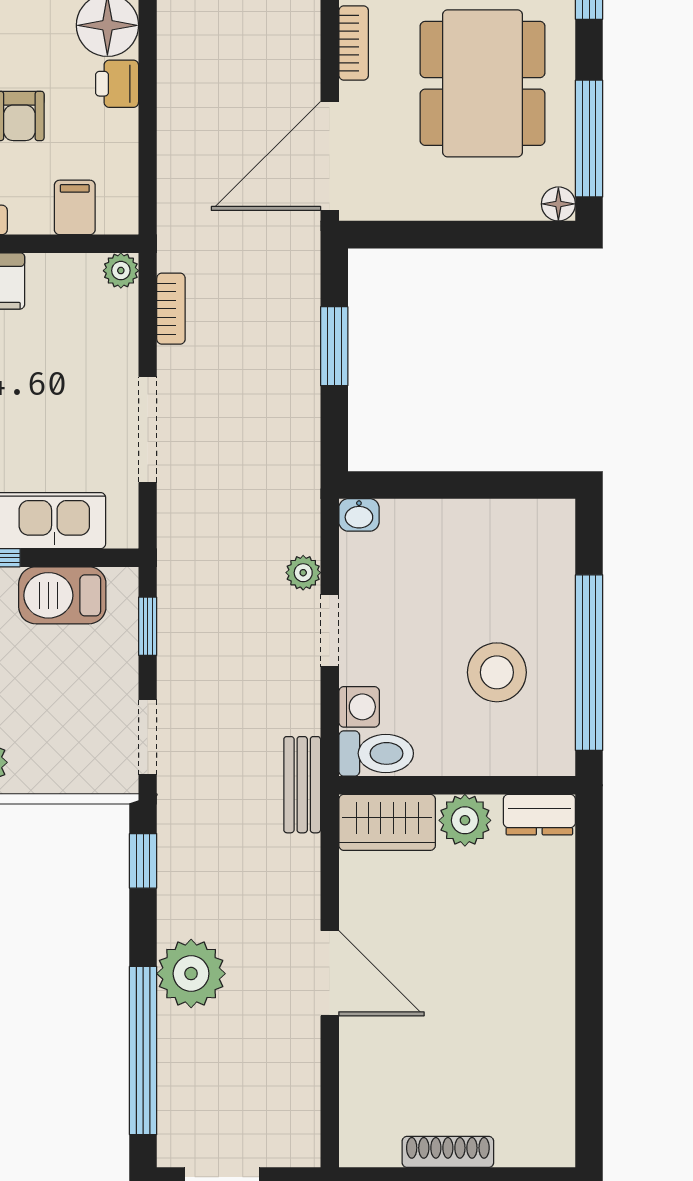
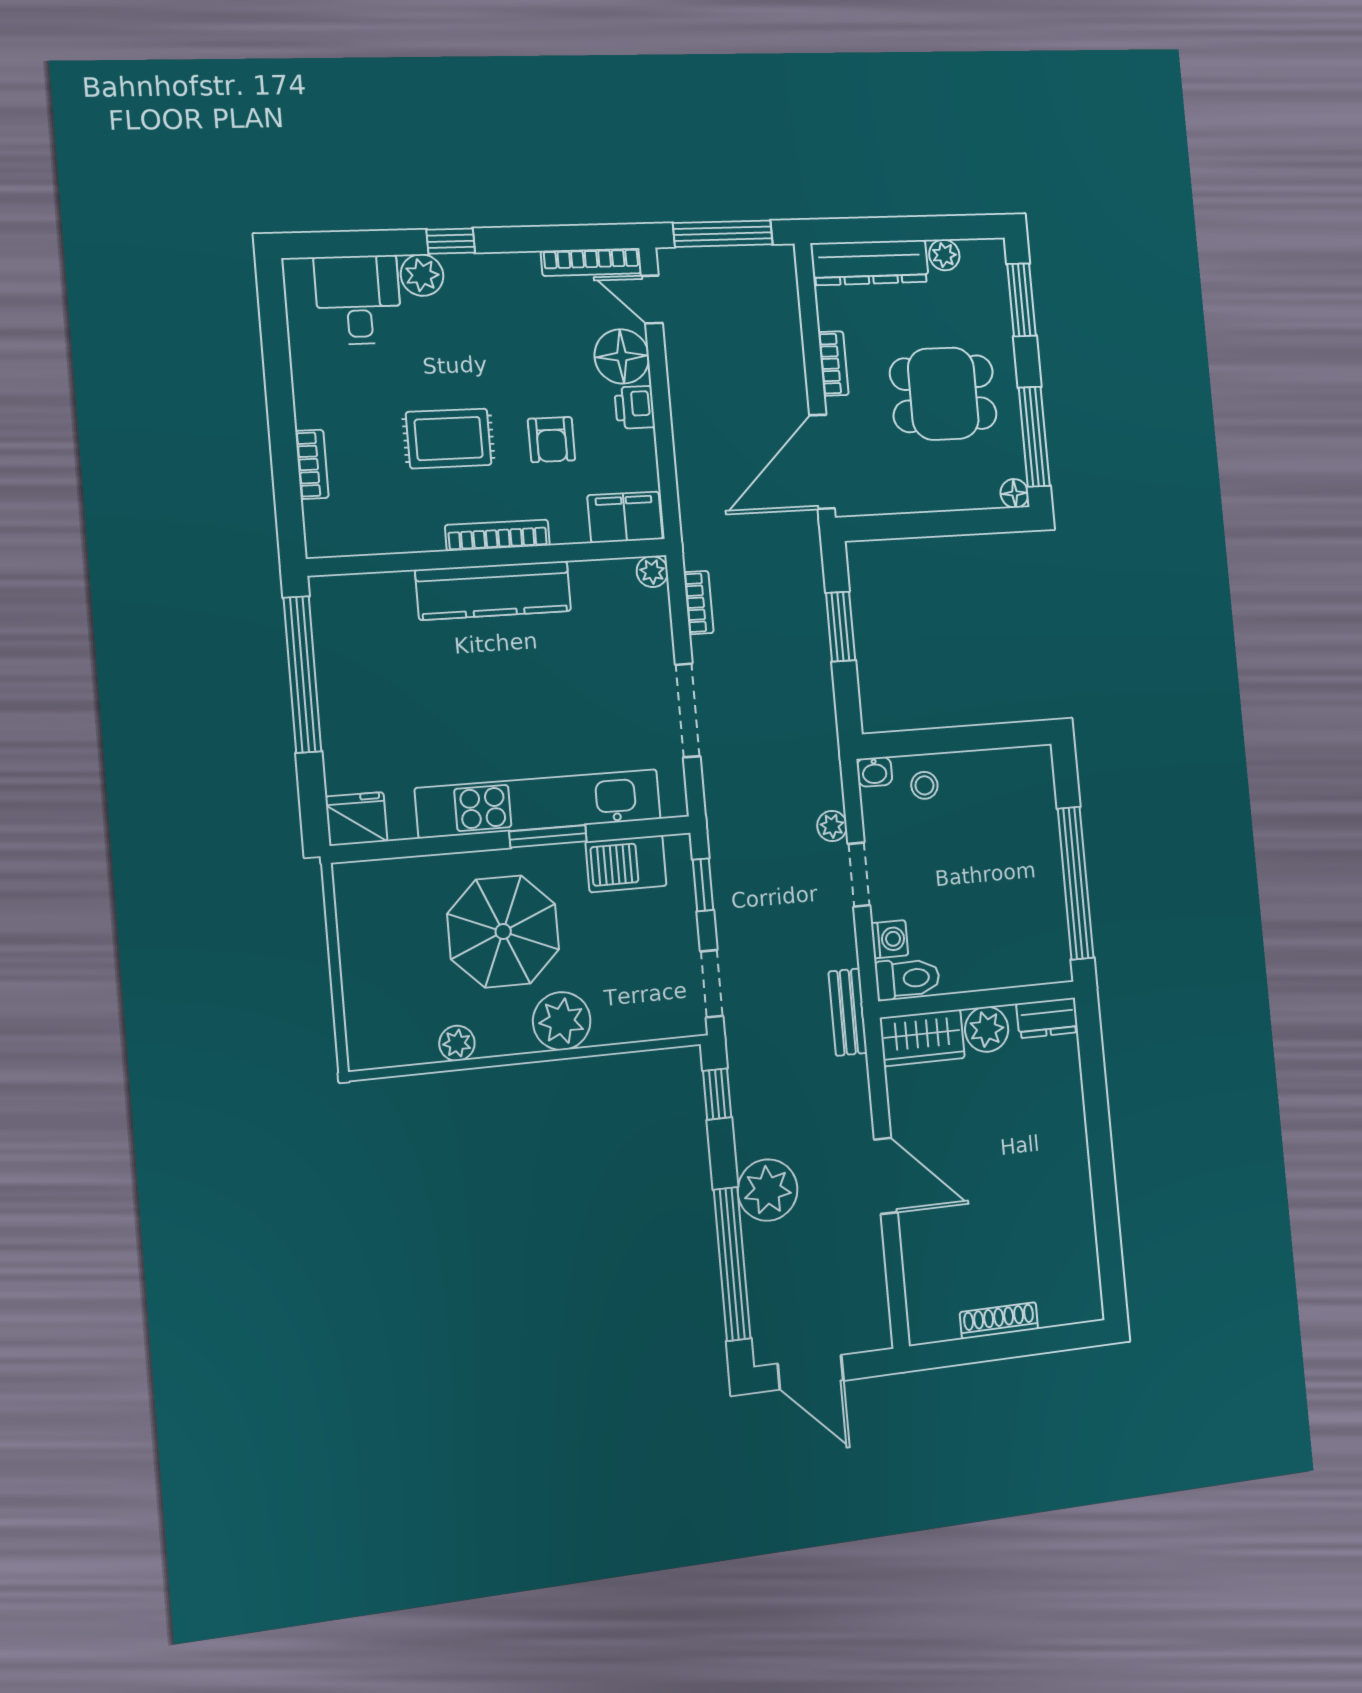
dining table: (483, 83) -> (943, 394), width x0.73
filing cabinet: (75, 207) -> (625, 517), width x2.00
stool: (497, 672) -> (924, 785), moved, width x0.53, depth x0.53

